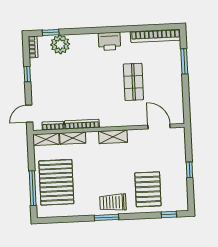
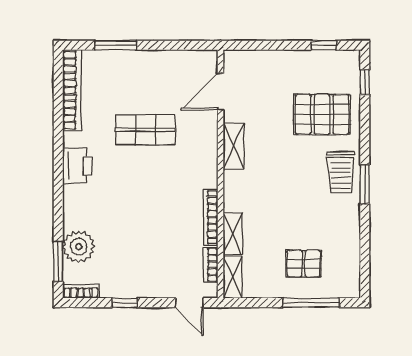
window: (51, 32) -> (58, 261), width x1.50
shelving: (113, 137) -> (234, 146), moved
window: (189, 170) -> (324, 45), moved
pallet: (56, 182) -> (304, 264), width x0.49, depth x0.50

